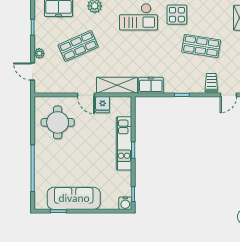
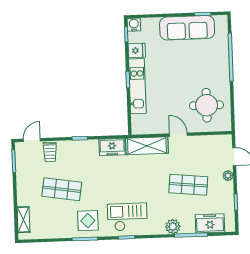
shop shelf: (78, 46) -> (188, 185), turned 30
fridge: (103, 105) -> (137, 50), moved, turned 90

